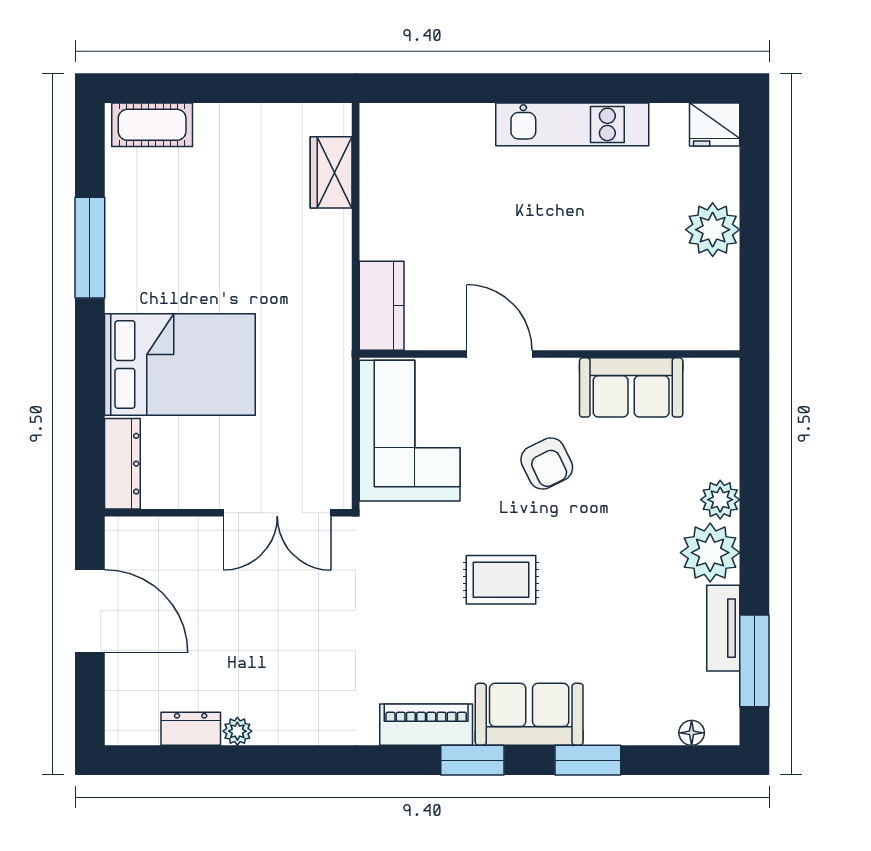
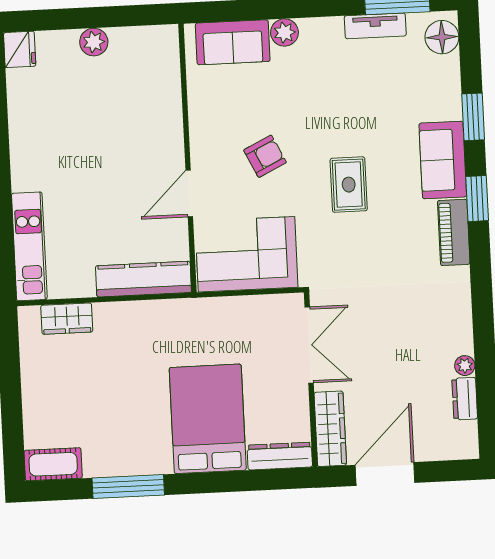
kitchen unit: (572, 124) -> (29, 246), moved
cot: (152, 125) -> (53, 464), moved, turned 90
plant: (713, 230) -> (94, 42), width x0.73, depth x0.73
kitchen counter: (382, 306) -> (143, 279), width x1.50
sofa: (631, 387) -> (233, 42), moved, turned 90
wardrobe: (157, 537) -> (330, 429), added
plant: (710, 553) -> (322, 38), removed
floor lamp: (692, 733) -> (442, 37), width x1.89, depth x1.89

